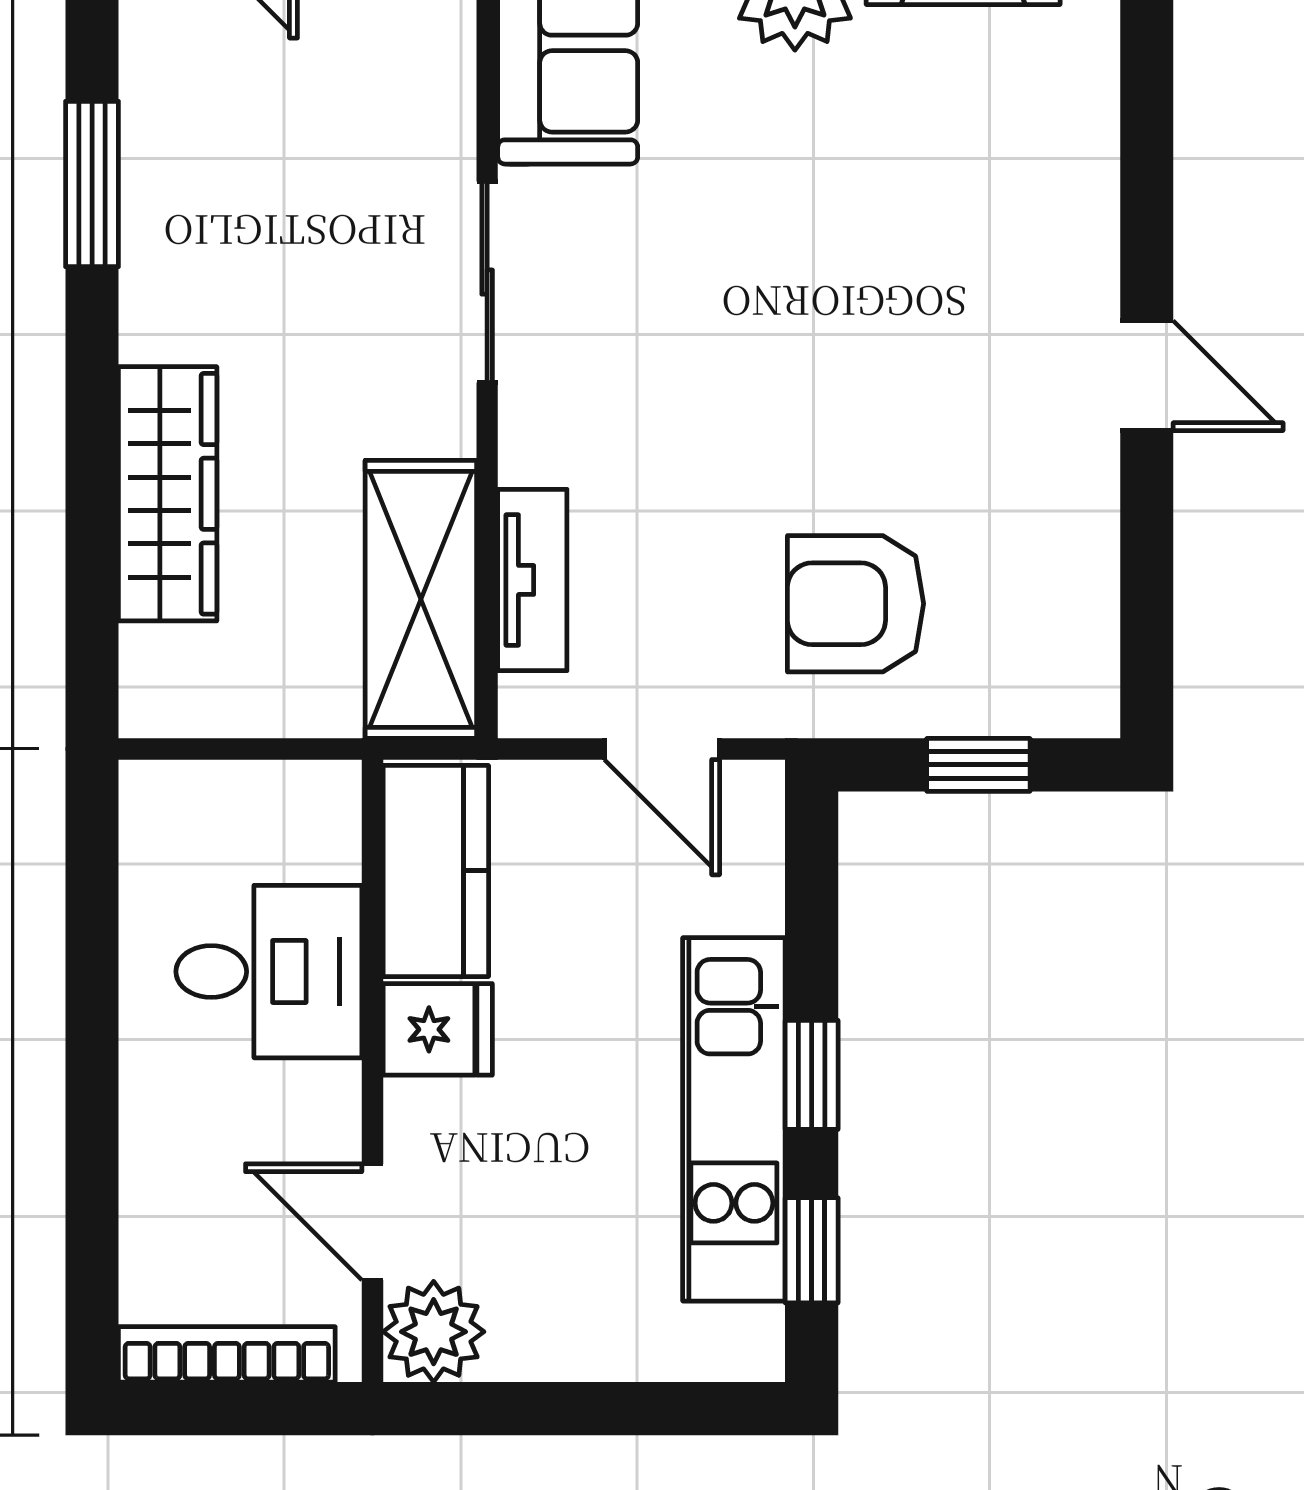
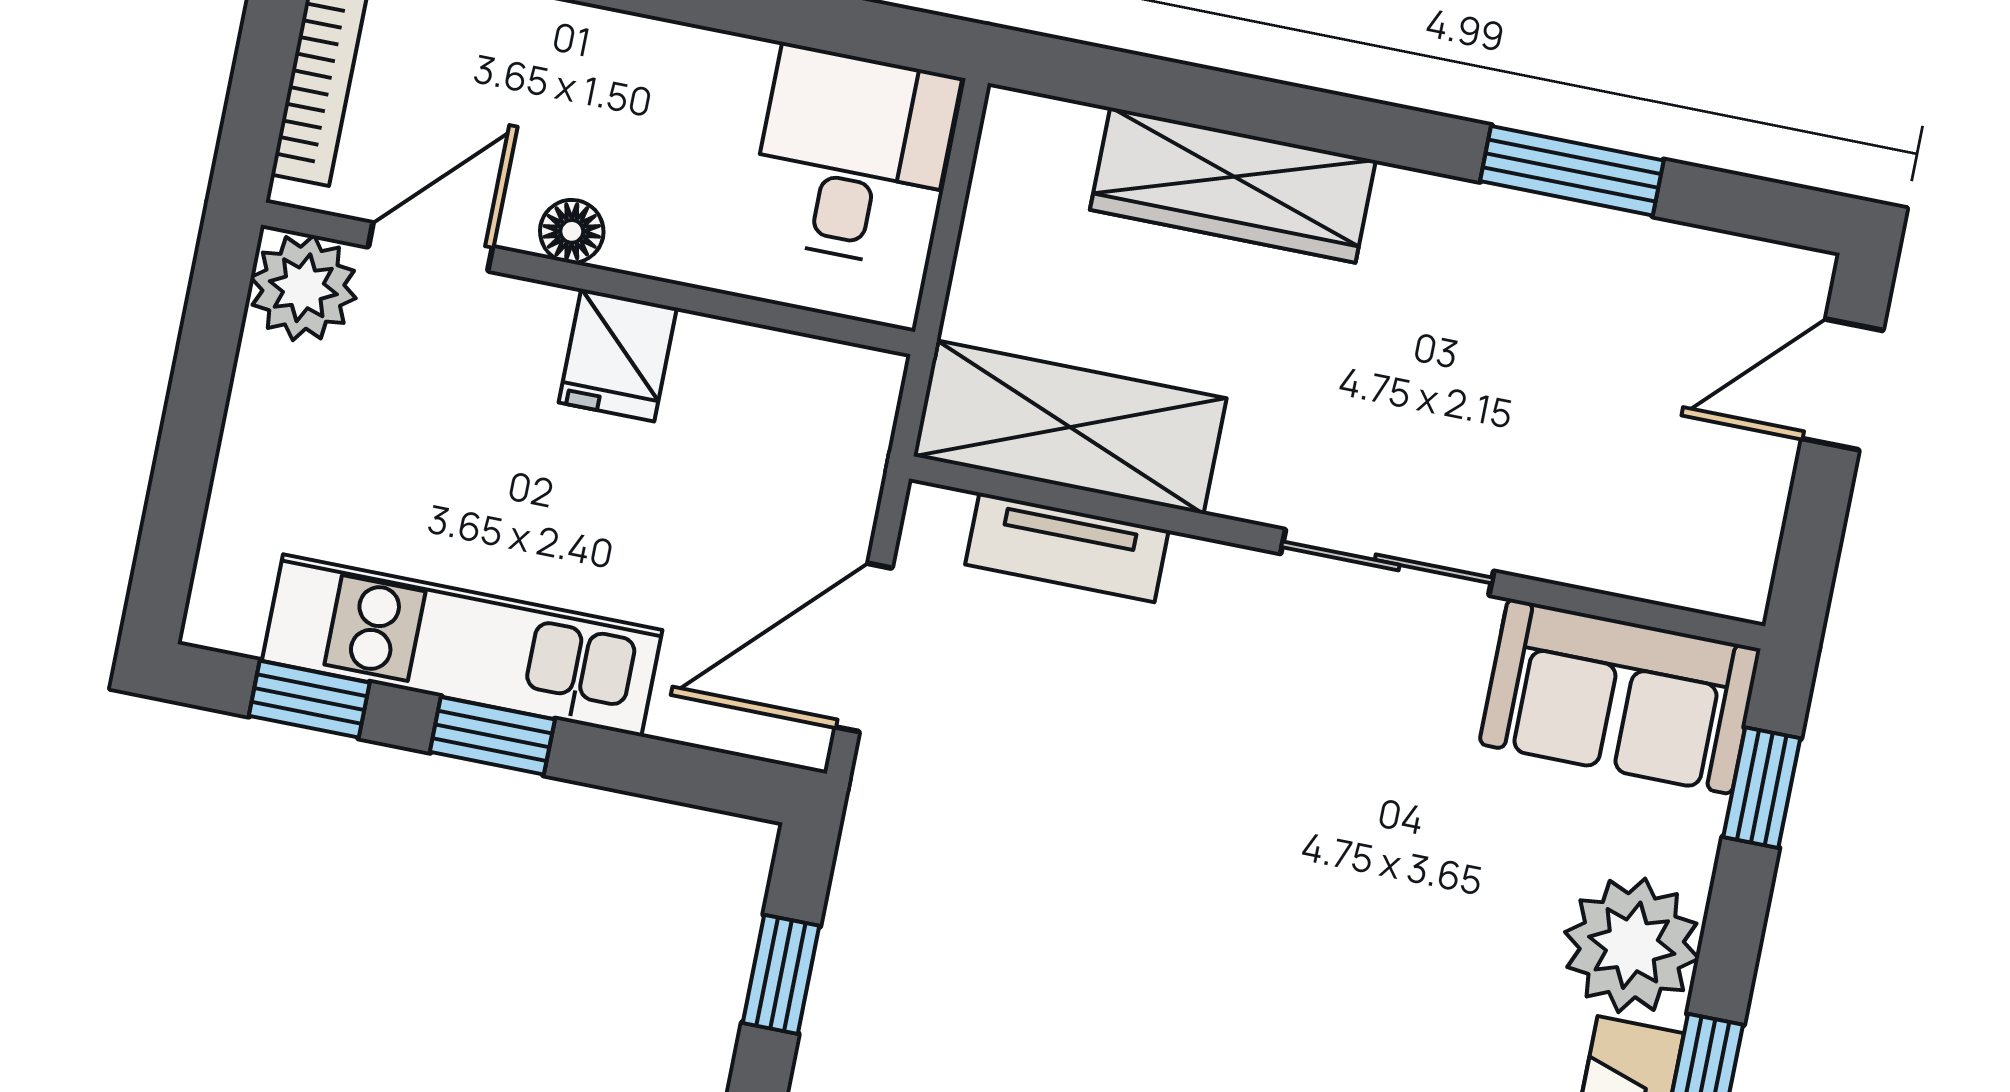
armchair: (856, 604) -> (975, 880), removed
door: (662, 749) -> (864, 648), width x1.38
kitchen counter: (436, 871) -> (783, 386), removed
desk: (269, 972) -> (853, 157), moved, turned 180
floor lamp: (332, 1095) -> (572, 231), added

